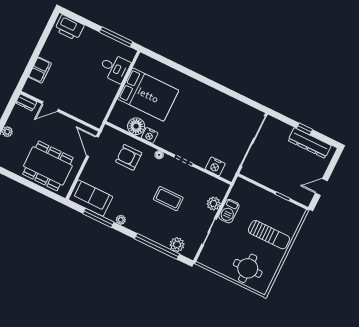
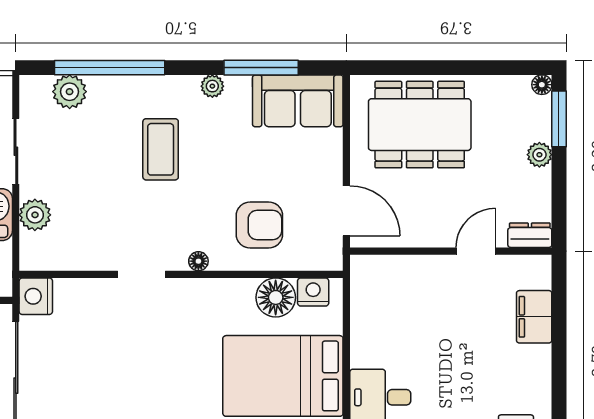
nightstand: (150, 135) -> (313, 292), moved
nightstand: (215, 166) -> (36, 296), moved, turned -90
coffee table: (168, 199) -> (161, 149), moved, turned 90

